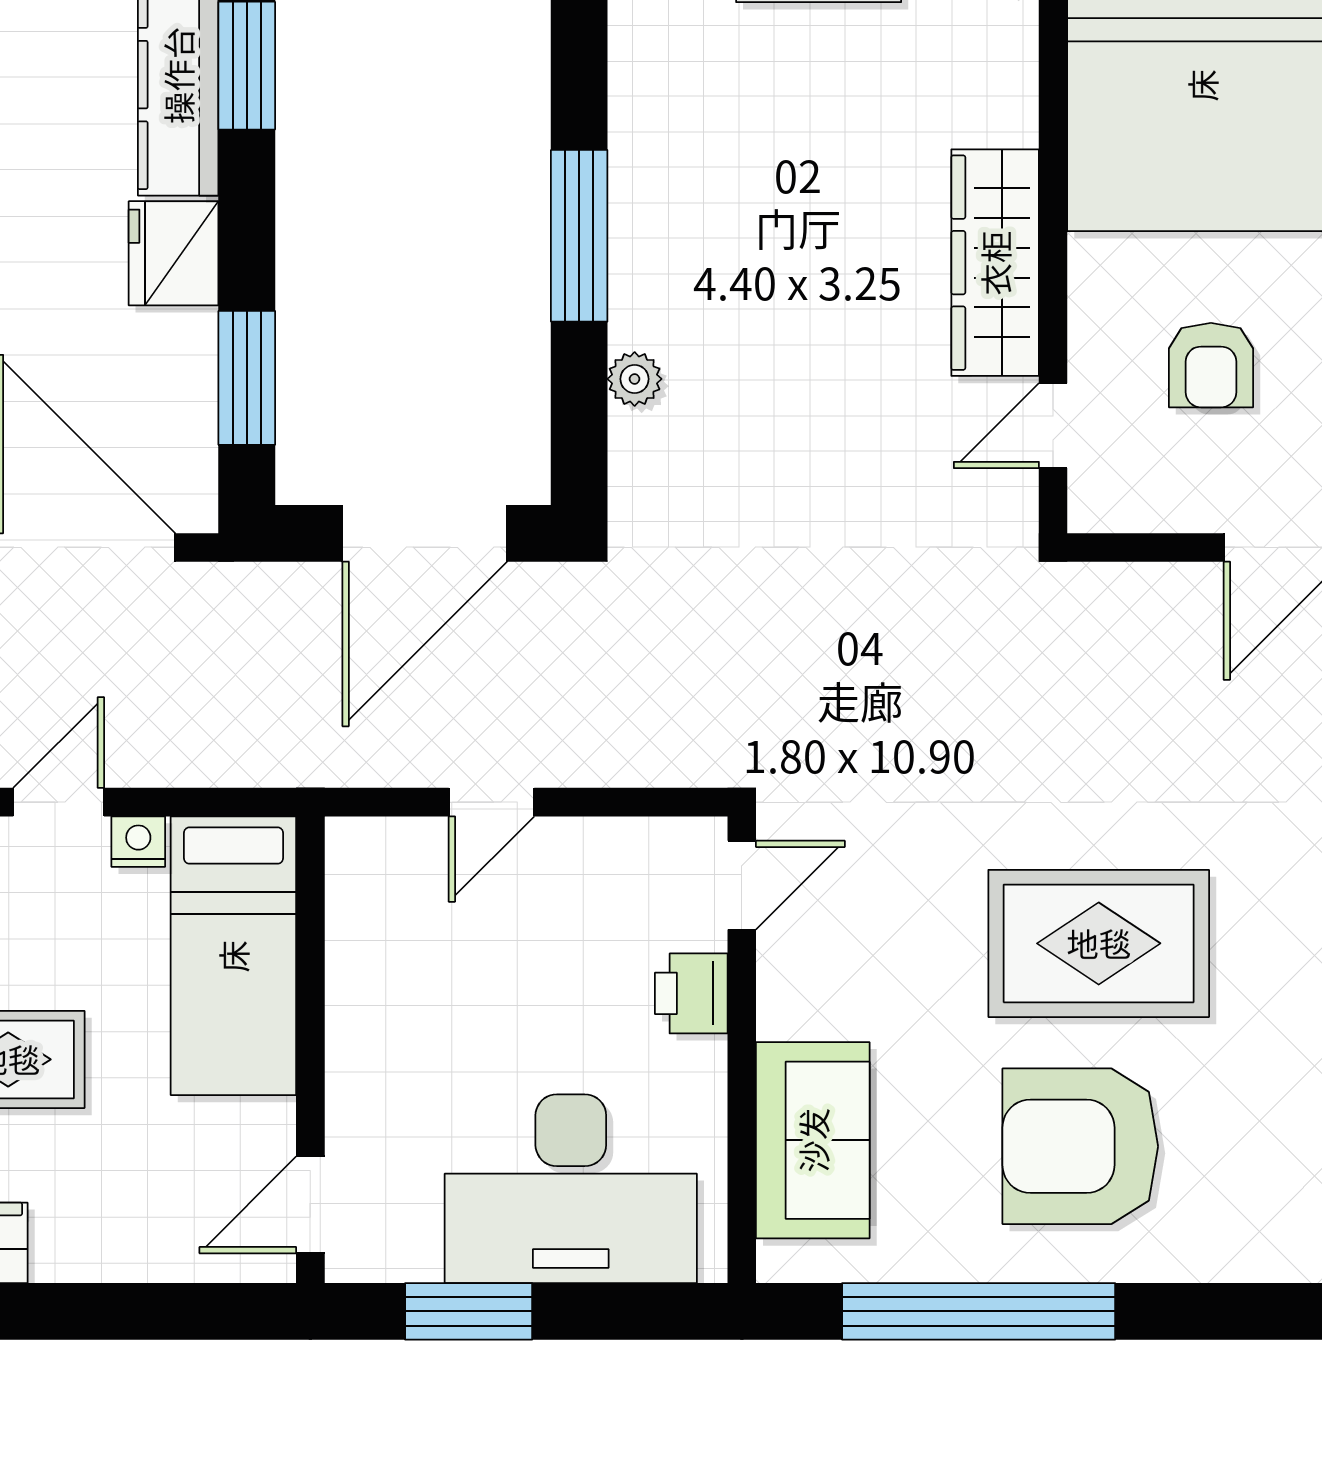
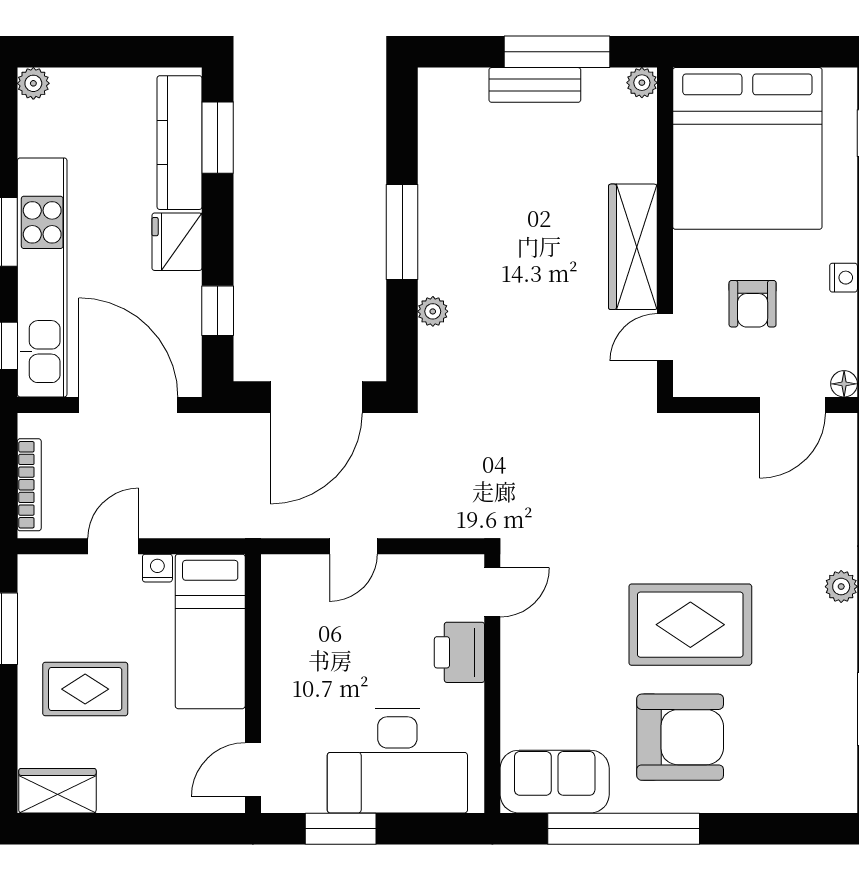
window: (247, 378) -> (218, 311), width x0.67
printer: (691, 993) -> (459, 652), width x1.36, depth x1.24
sofa: (813, 1140) -> (555, 782), moved, turned -90
armchair: (1080, 1146) -> (680, 737), turned 180

